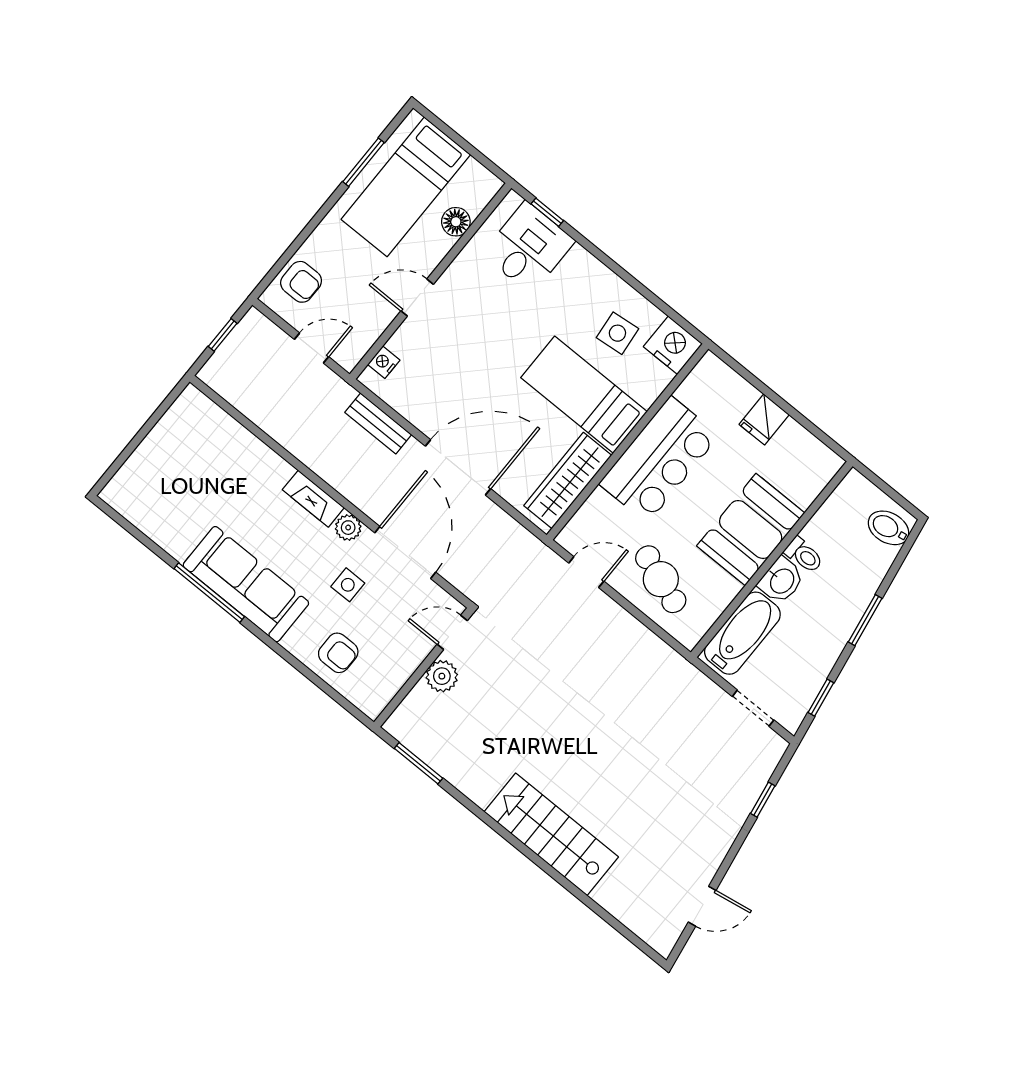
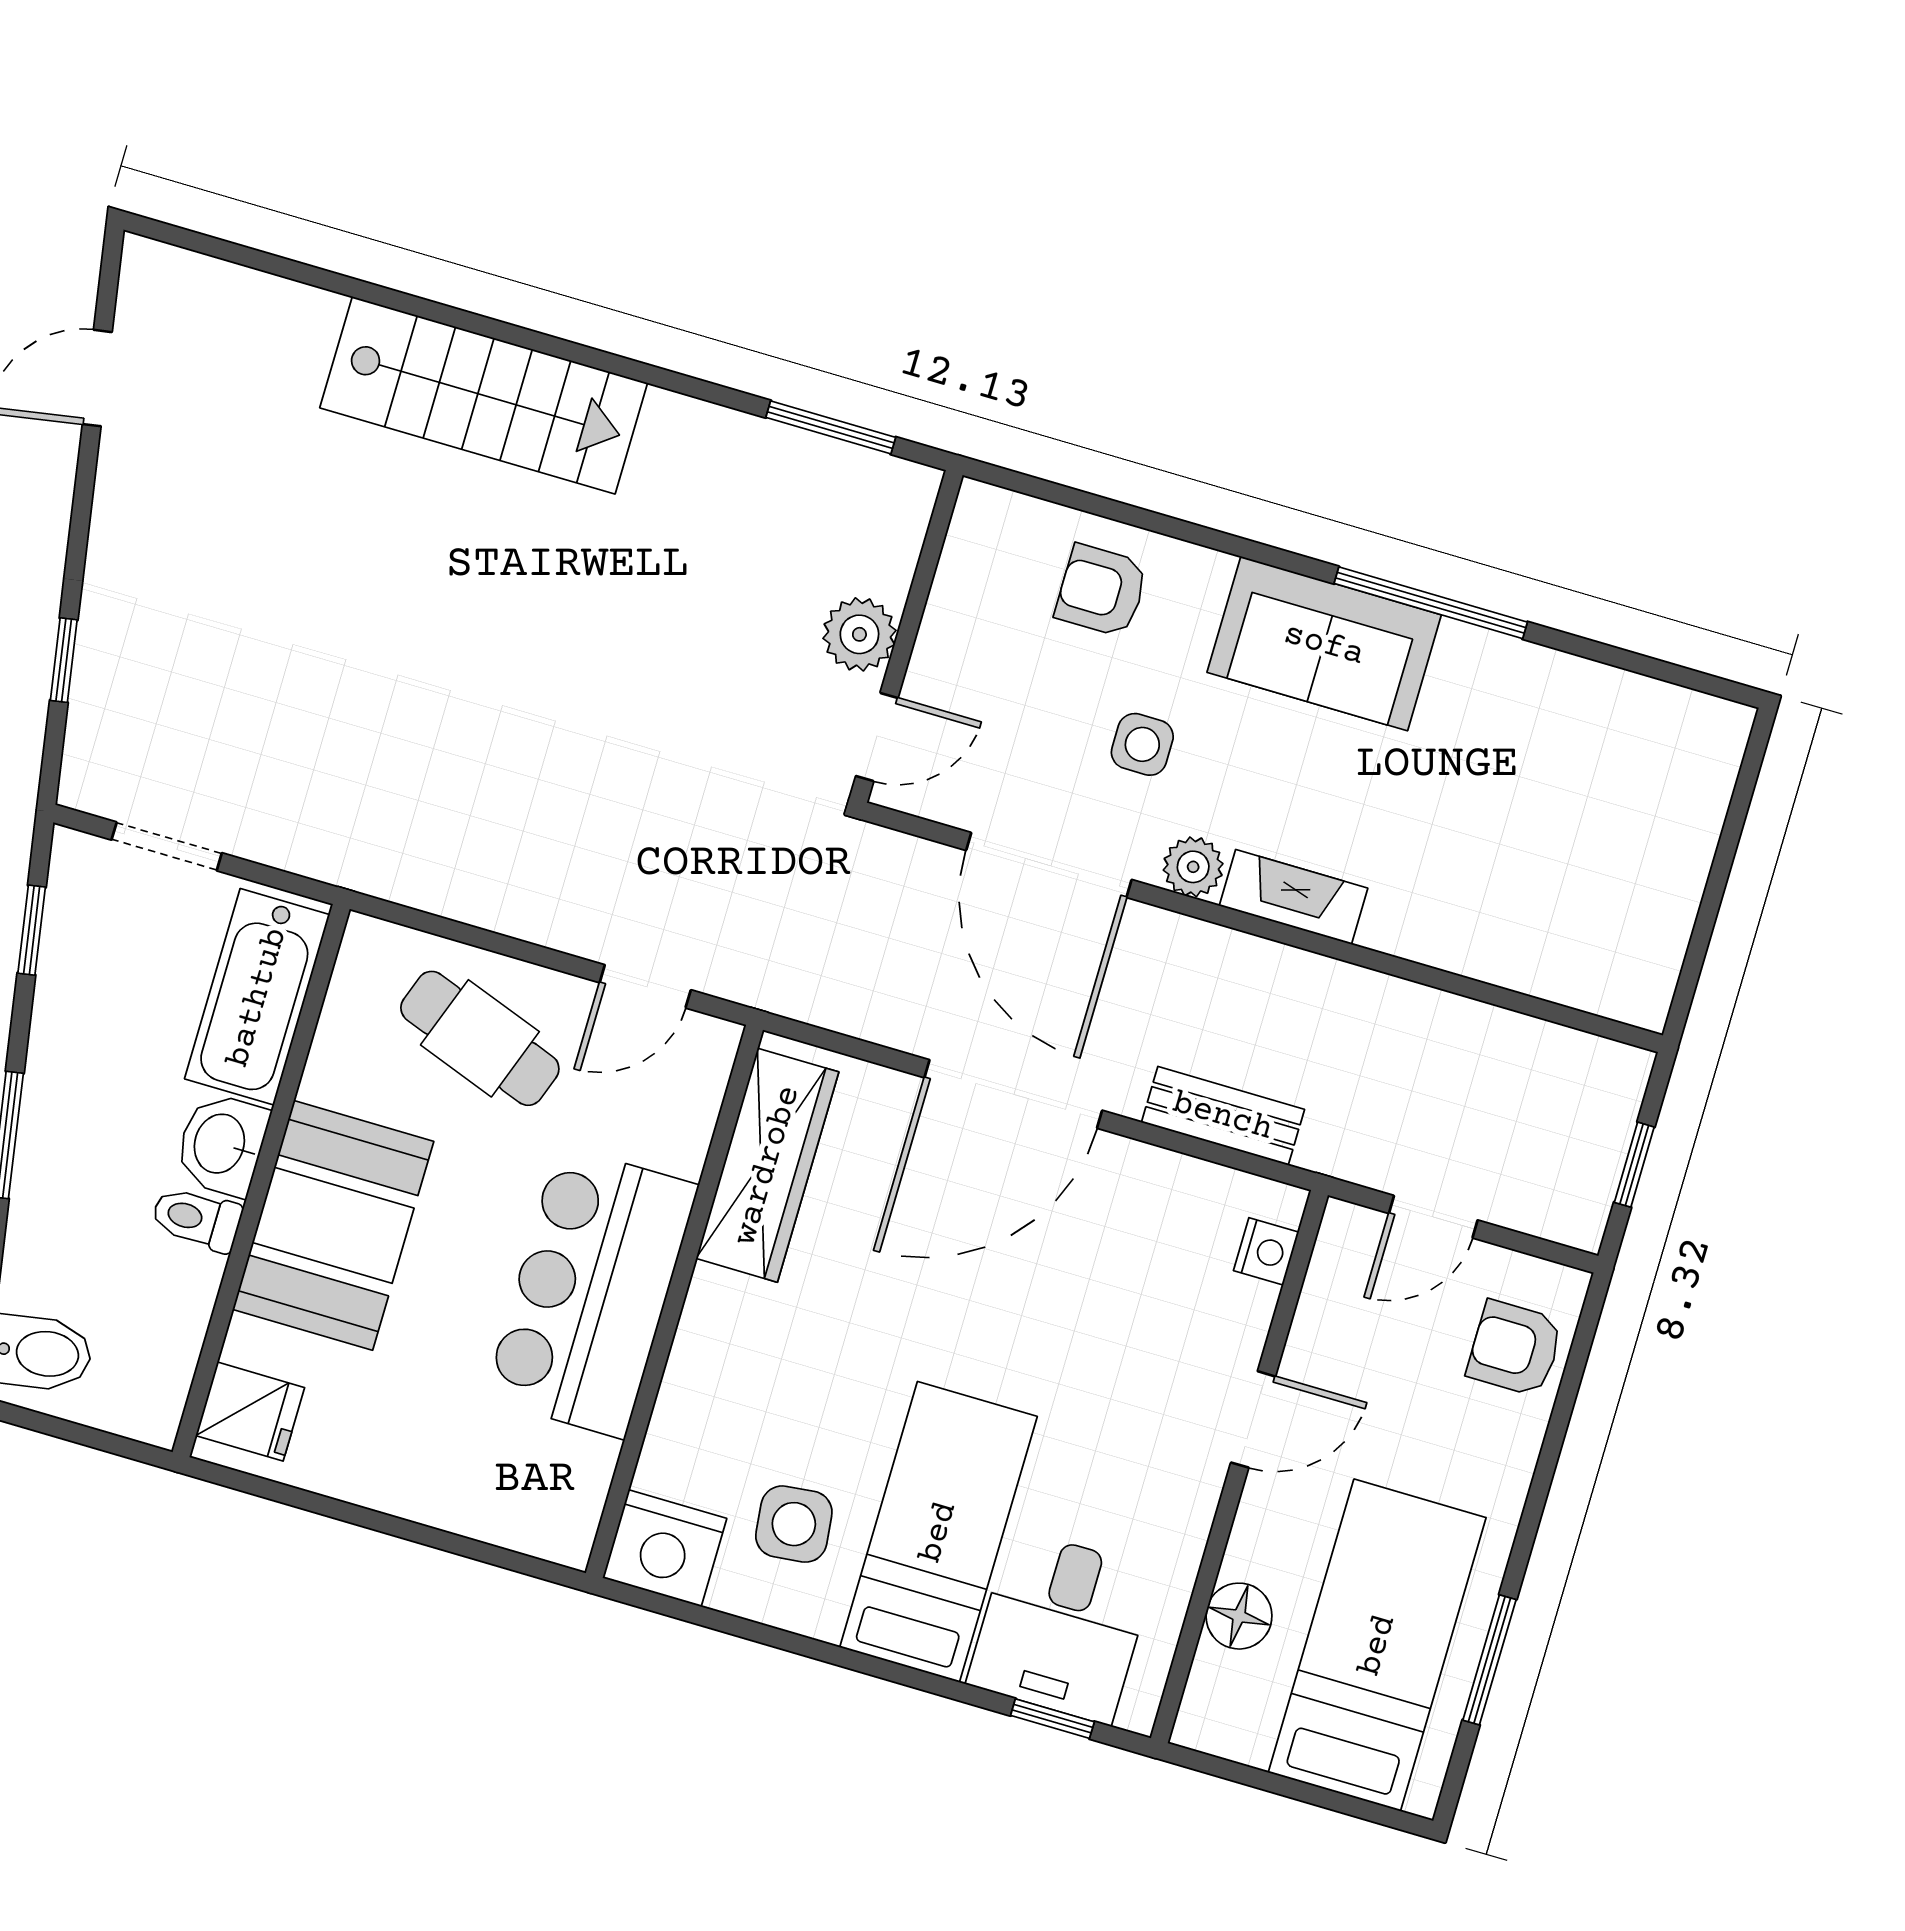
bed: (584, 395) -> (938, 1532), moved, turned -90
fridge: (764, 419) -> (250, 1412), moved, turned 90
sofa: (246, 584) -> (1324, 644), width x0.73

